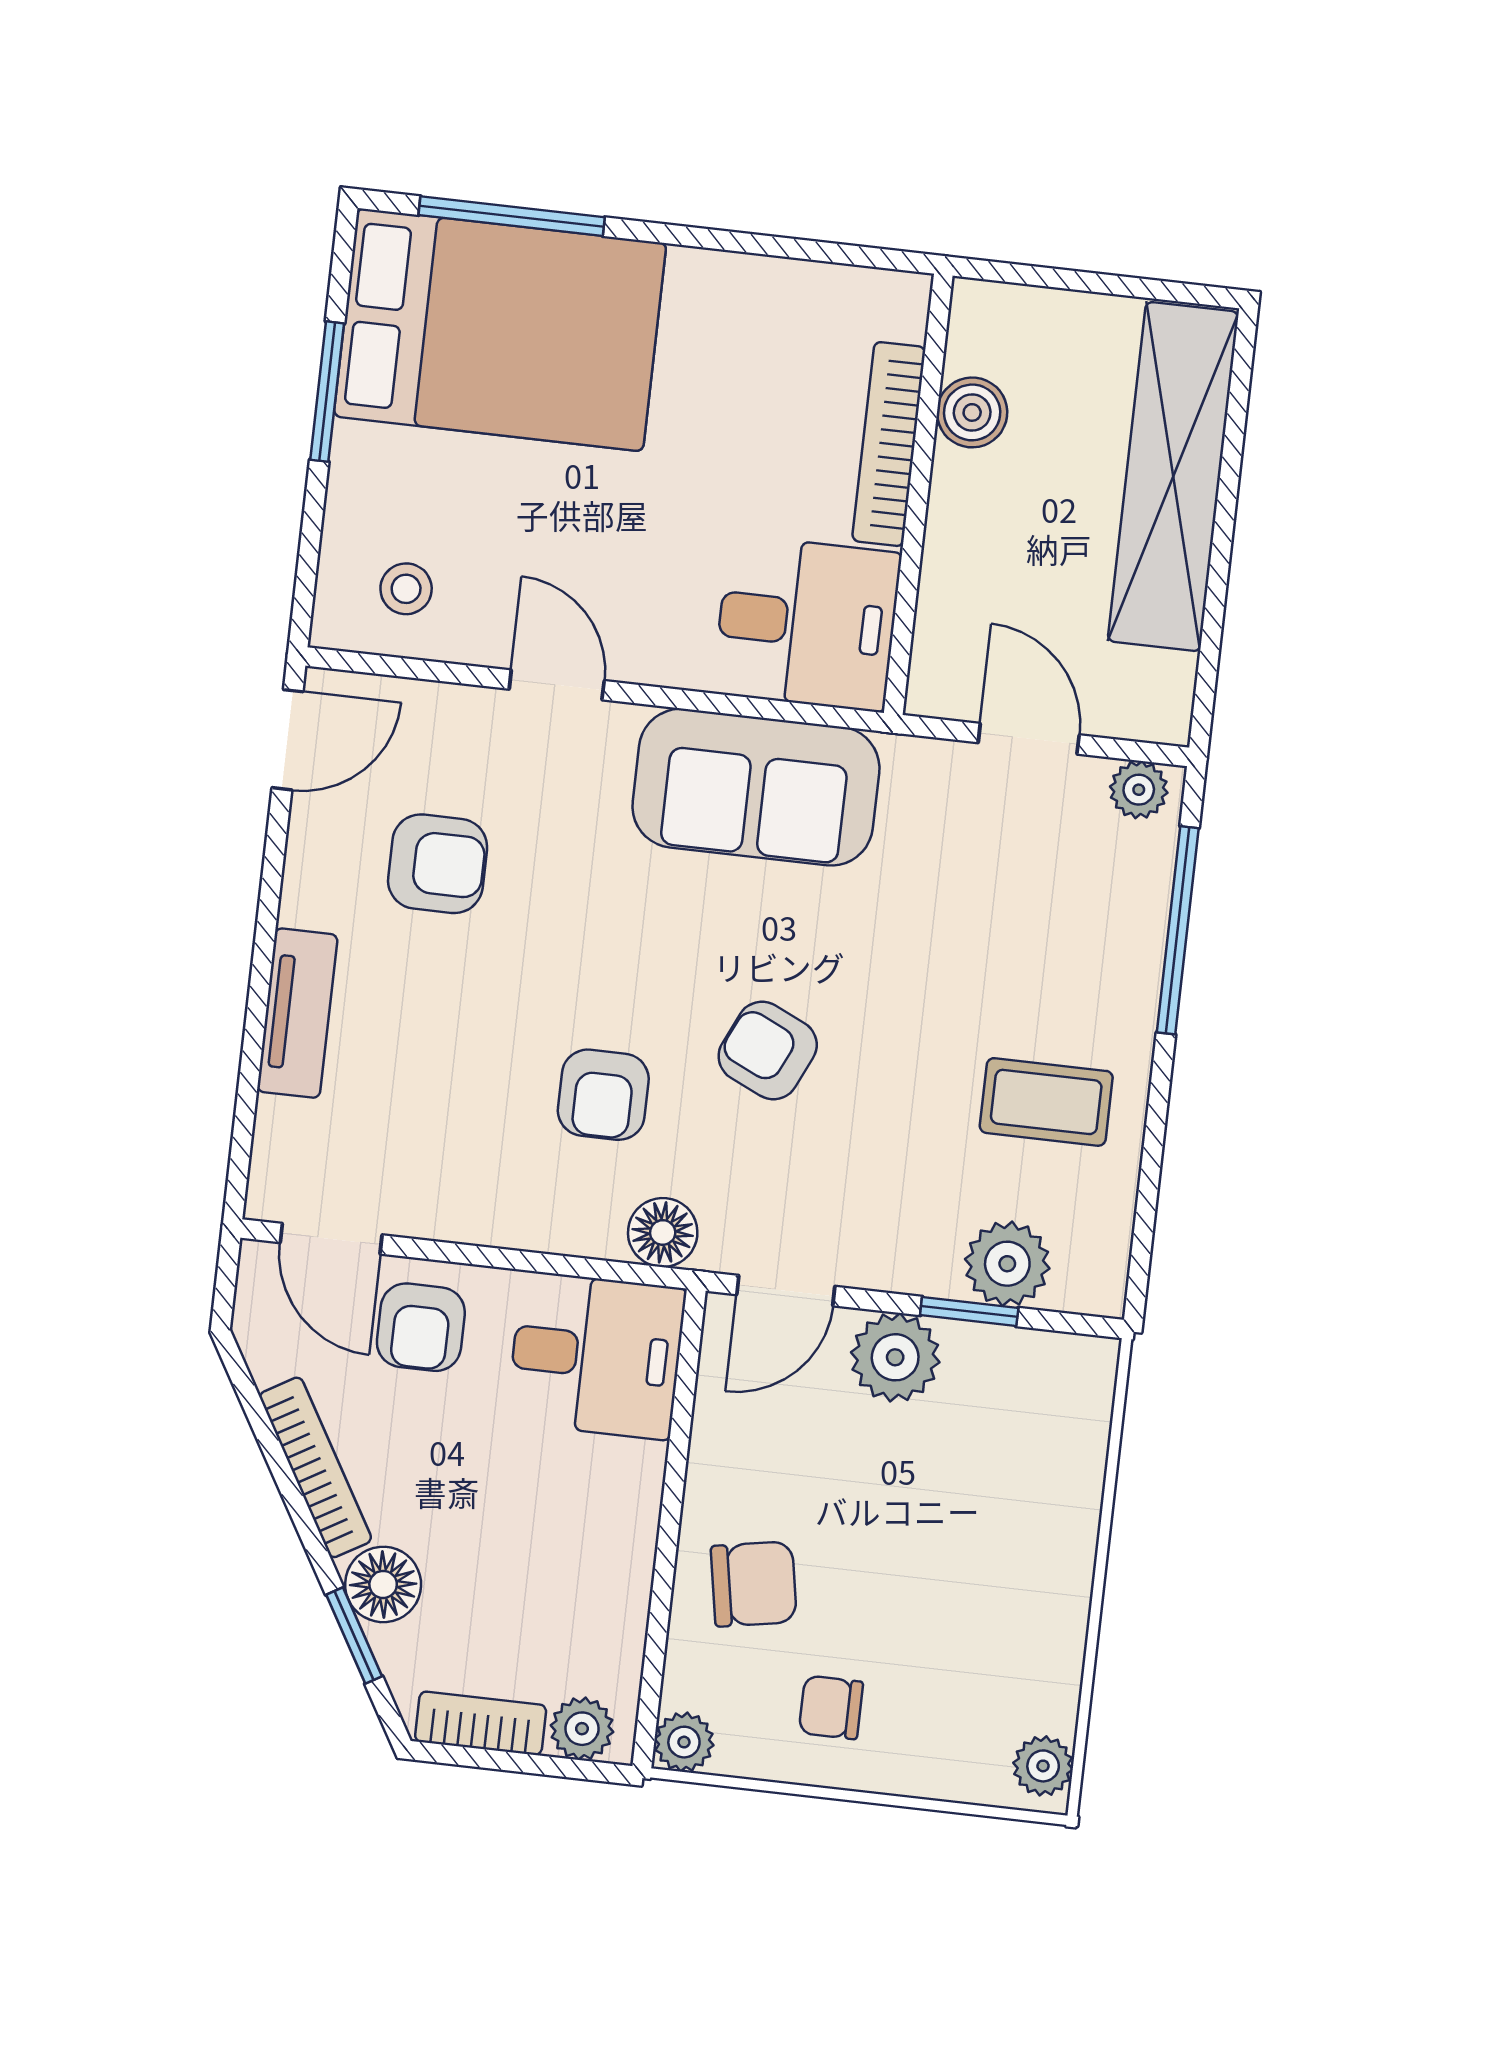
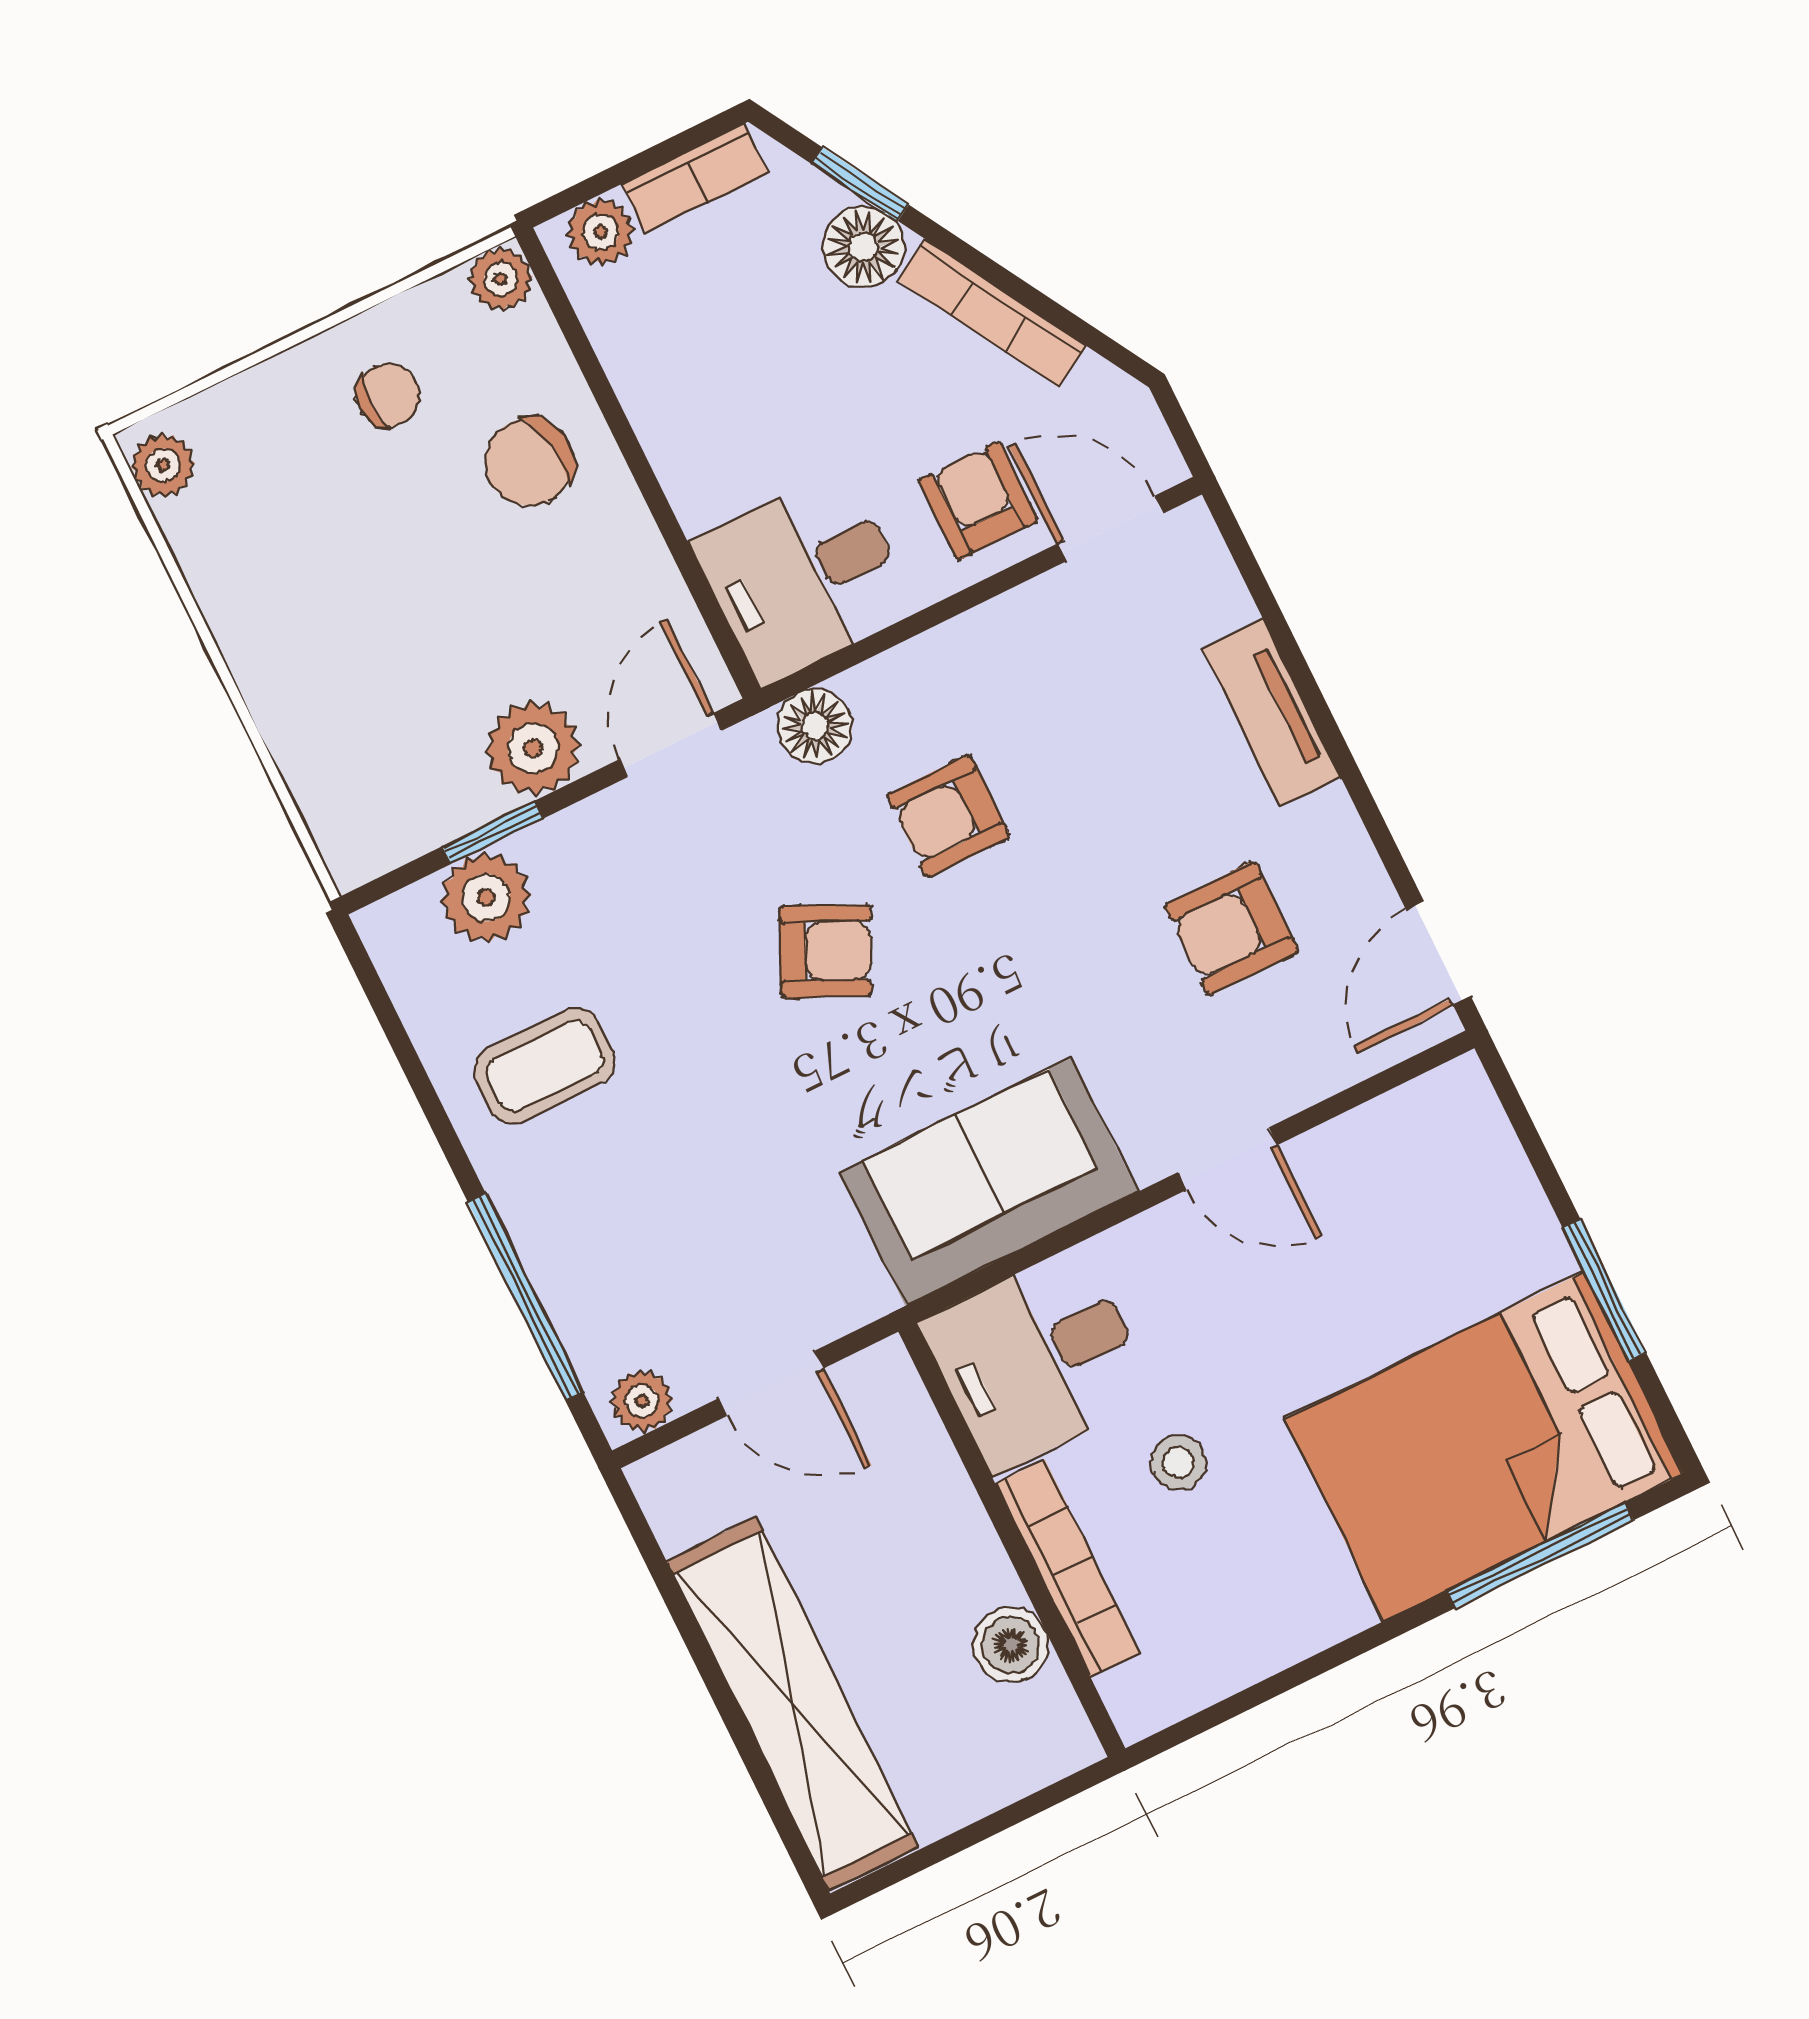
stool: (406, 589) -> (1178, 1463), moved
armchair: (603, 1095) -> (948, 816), turned -90

